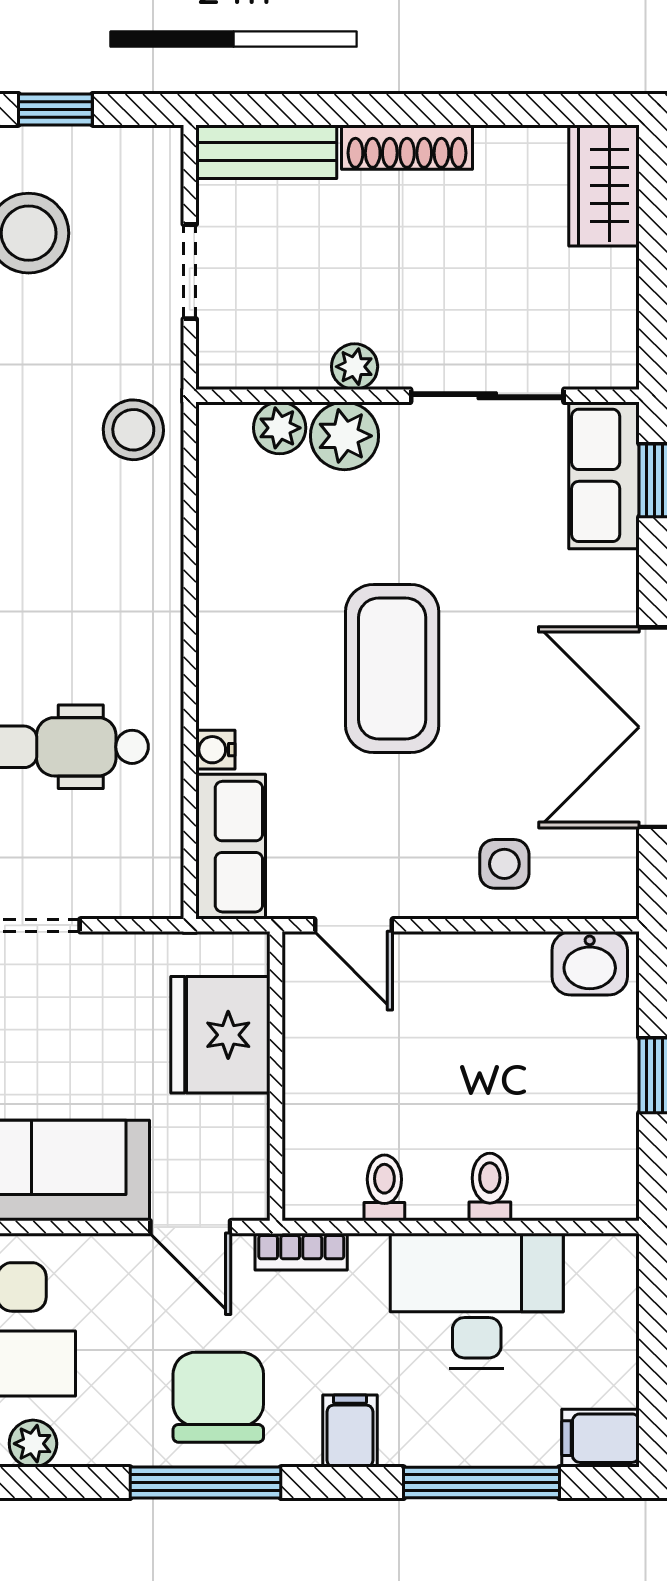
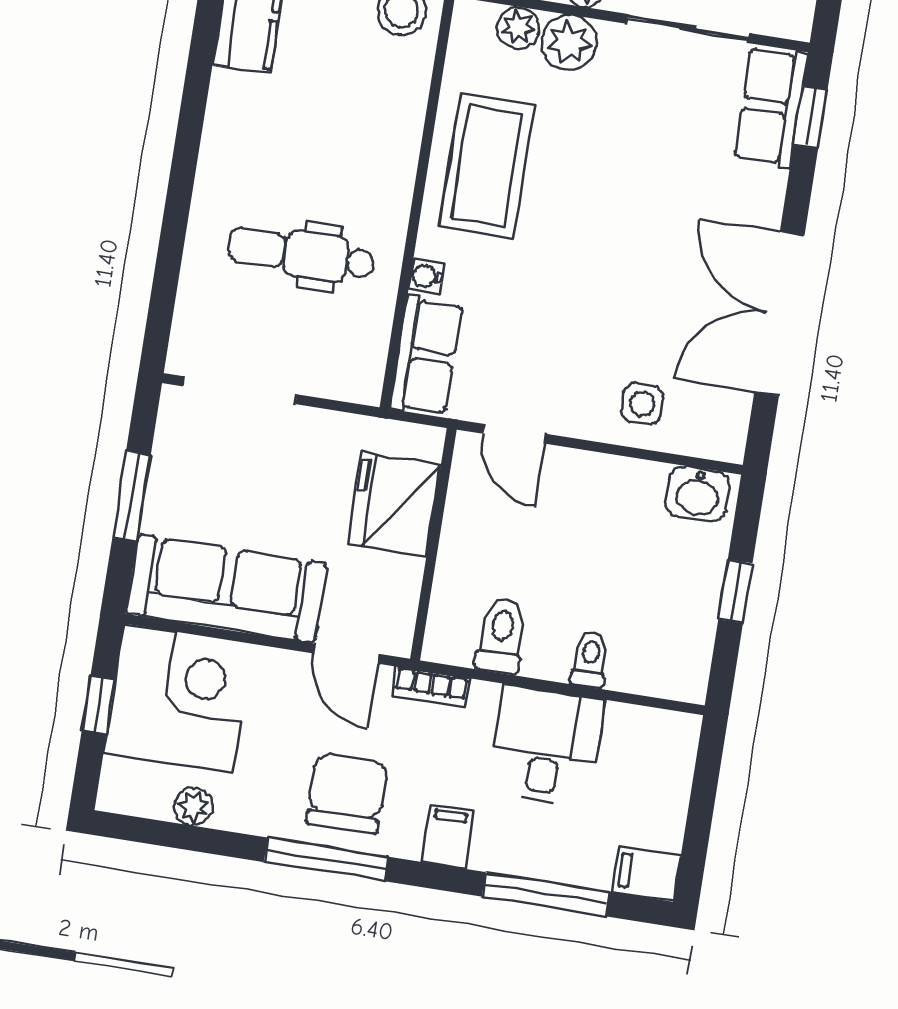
coffee table: (392, 669) -> (487, 166), moved
toilet: (384, 1188) -> (501, 636), width x1.37, depth x1.39
desk: (477, 1301) -> (546, 746), width x0.73

